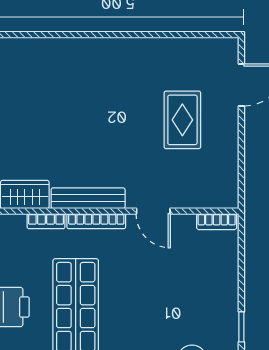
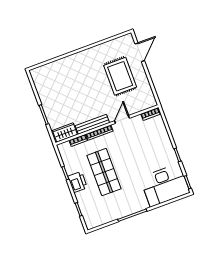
rug: (182, 120) -> (120, 76), width x1.36, depth x1.43
door: (153, 211) -> (122, 119), swing flipped

